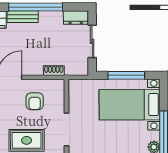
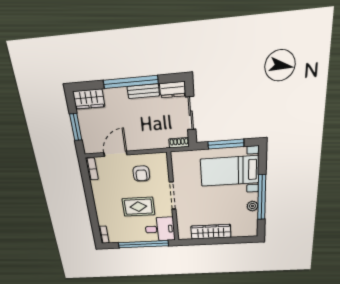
bench: (23, 17) -> (143, 91), moved
shoe rack: (54, 71) -> (179, 143), moved

